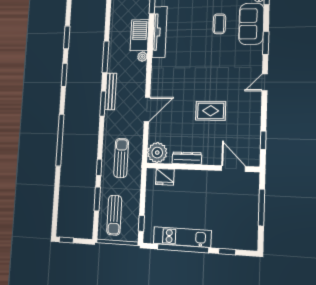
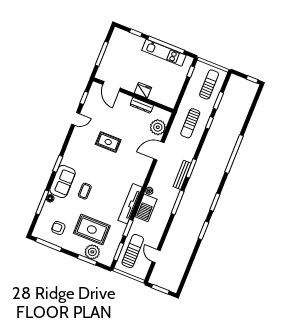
door: (265, 82) -> (76, 119), moved
rug: (211, 111) -> (108, 142), moved
plant: (157, 153) -> (158, 127), moved
fridge: (165, 177) -> (143, 90), moved

